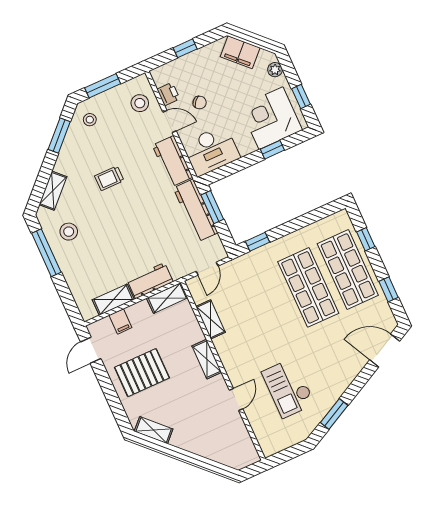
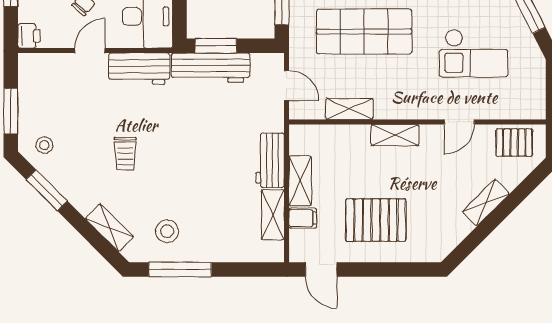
printer: (168, 94) -> (29, 36), moved, turned 90
stool: (140, 103) -> (52, 76), removed
shelving: (167, 298) -> (300, 181), moved
shop shelf: (269, 305) -> (364, 32), added
pallet: (142, 373) -> (376, 220), turned 90
door: (236, 400) -> (459, 122), swing flipped
shelving: (154, 430) -> (486, 203), moved
pallet: (239, 444) -> (514, 143), added

